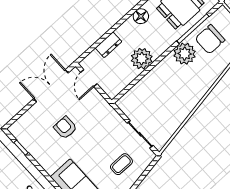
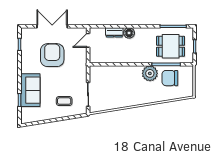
floor lamp: (141, 16) -> (129, 33), moved
plant: (142, 59) -> (125, 55), removed
double door: (51, 86) -> (52, 26), moved
armchair: (65, 128) -> (52, 55), width x1.88, depth x1.88

